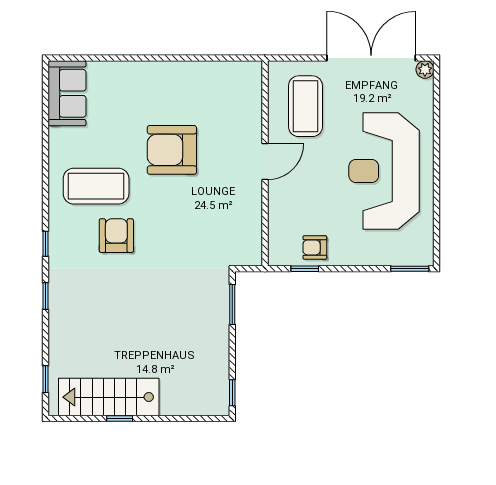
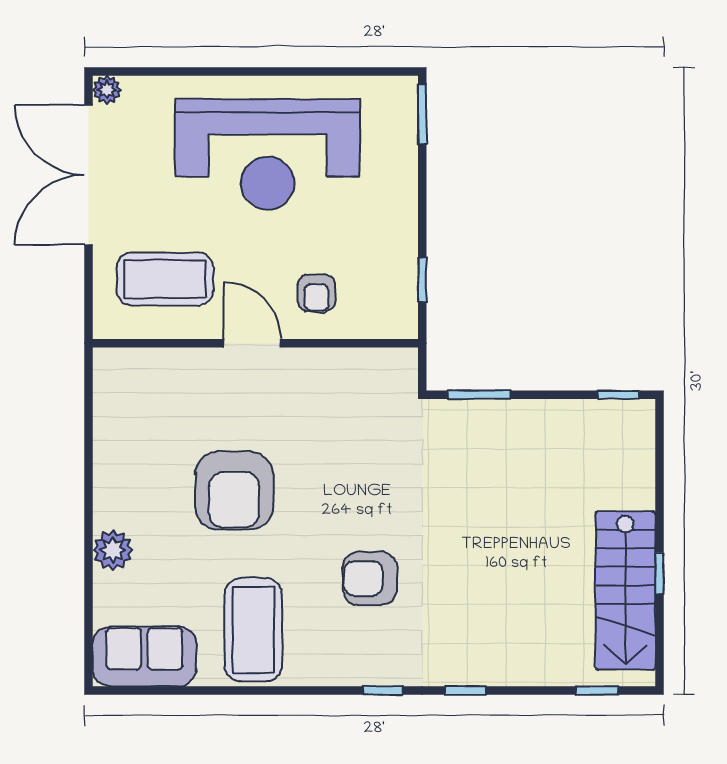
plant: (134, 73) -> (113, 550), added
coffee table: (96, 186) -> (253, 630), moved
armchair: (315, 247) -> (316, 293), moved

